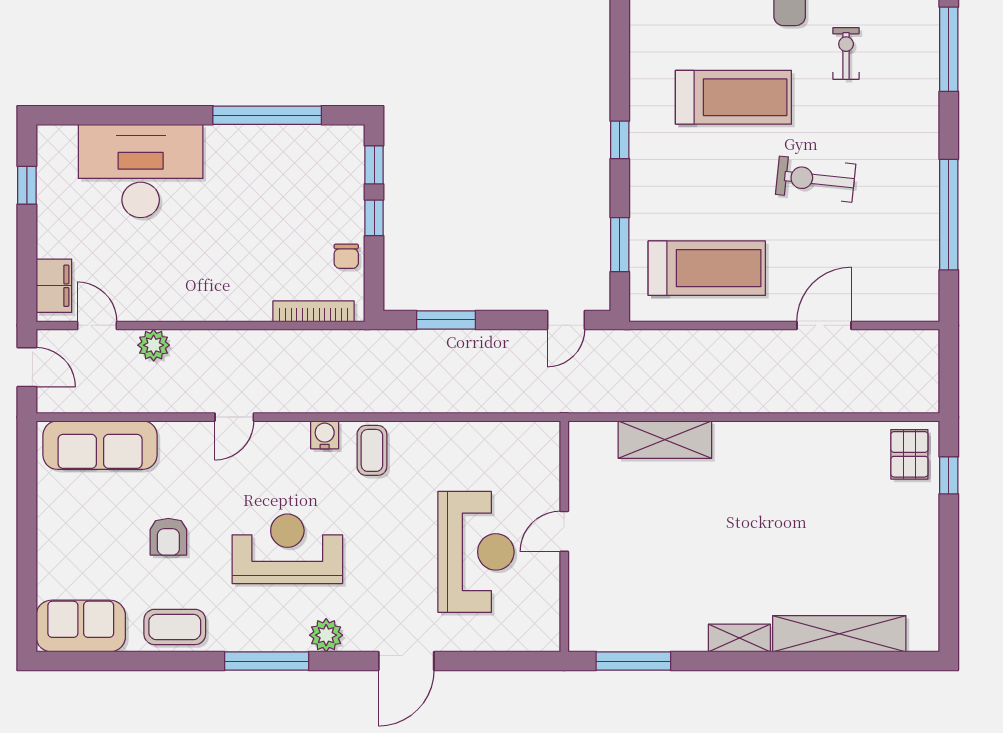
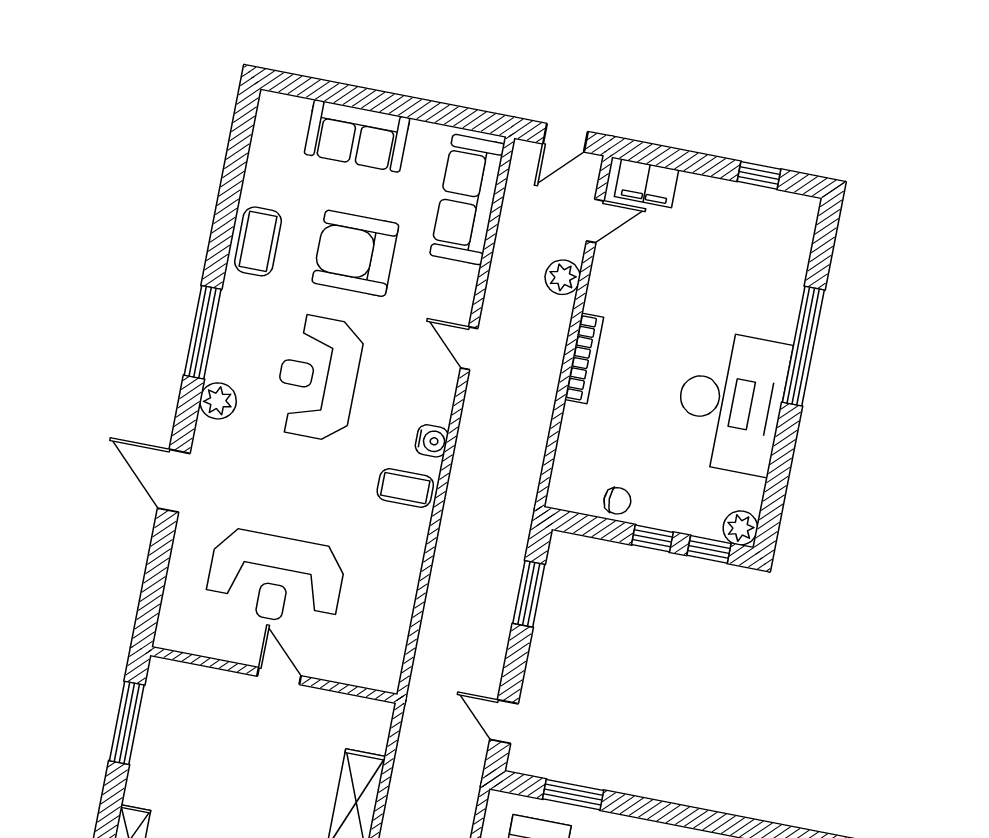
window: (267, 115) -> (803, 346), moved
plant: (349, 140) -> (740, 528), added
window: (620, 140) -> (685, 816), removed
desk: (141, 171) -> (731, 402), moved
chair: (346, 256) -> (617, 501), turned 180
bookcase: (314, 311) -> (584, 358), moved
armchair: (168, 537) -> (355, 253), width x1.88, depth x1.88
reception desk: (287, 549) -> (318, 378), turned 180
sofa: (81, 626) -> (357, 136), moved, turned 90

